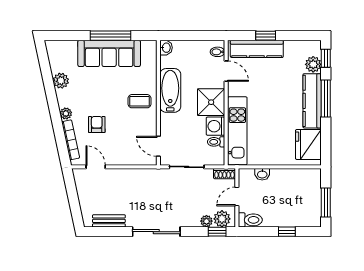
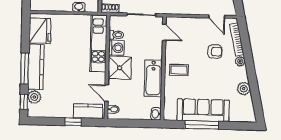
kitchen counter: (257, 49) -> (88, 111), width x0.67
armchair: (97, 124) -> (215, 52), turned -90

